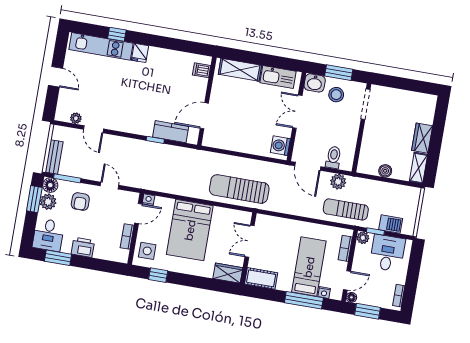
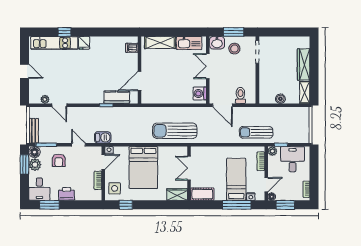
wardrobe: (422, 138) -> (304, 64), width x1.50
plant: (338, 182) -> (247, 113), removed
barbecue: (391, 224) -> (103, 137), moved

